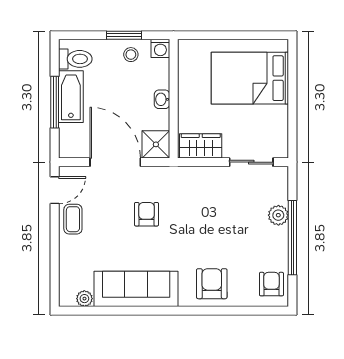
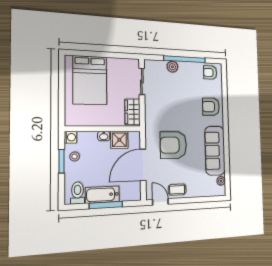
shower: (156, 144) -> (119, 140), moved
armchair: (146, 214) -> (173, 145), width x1.88, depth x1.88

